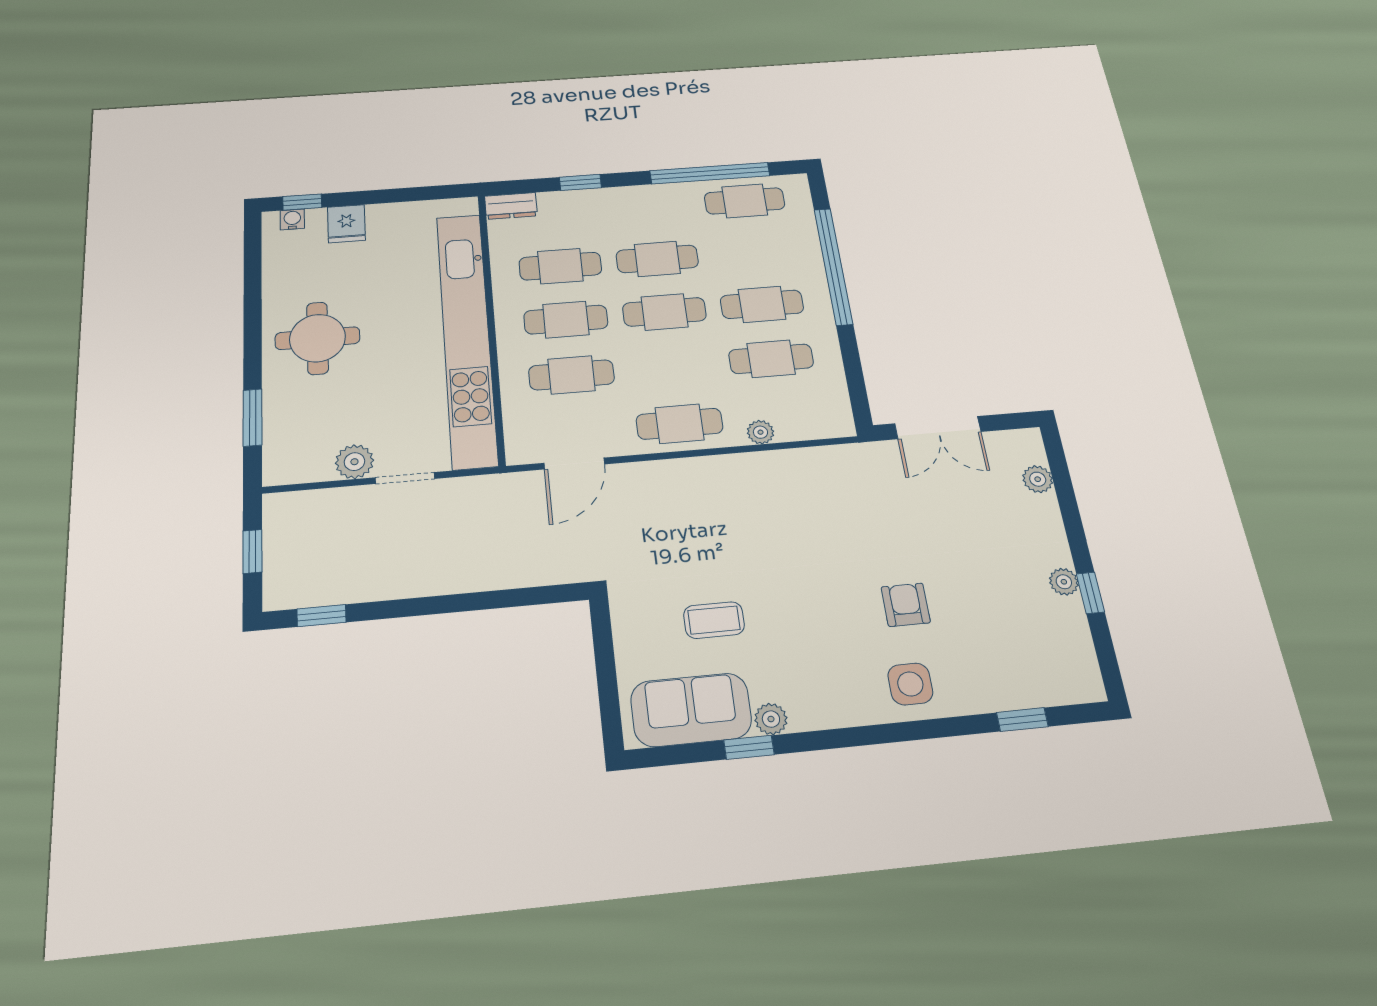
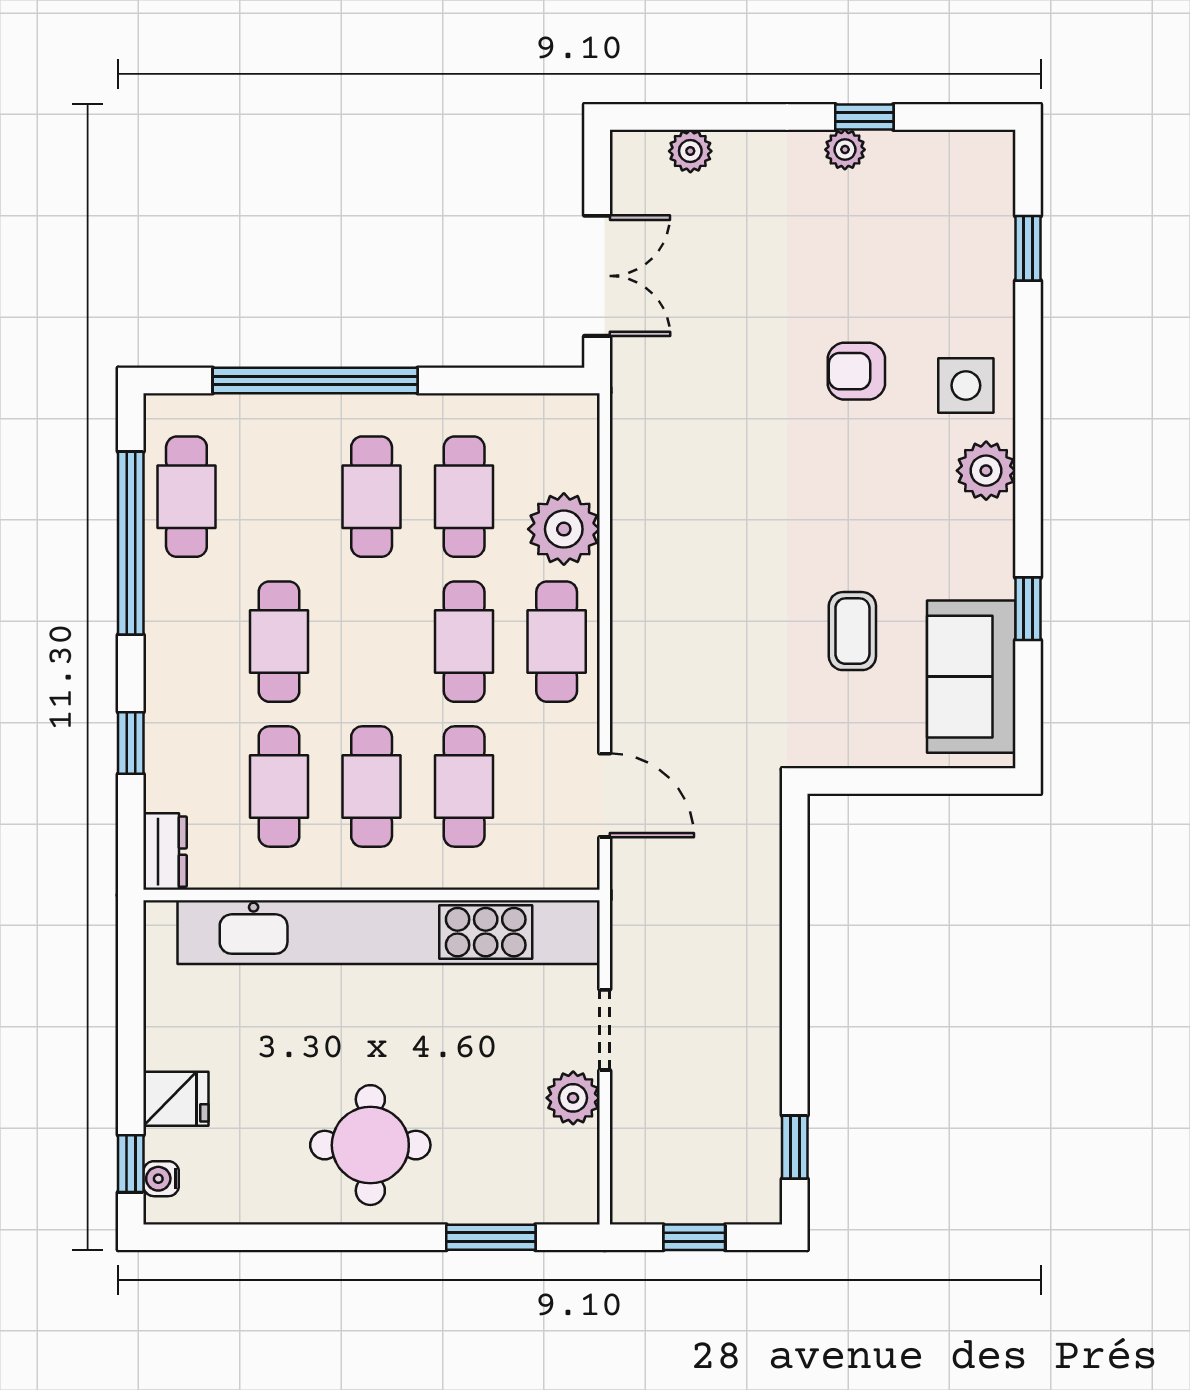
cafe table: (664, 312) -> (464, 642), moved
plant: (760, 432) -> (564, 529), width x1.88, depth x1.88
plant: (771, 719) -> (986, 471), moved, width x1.38, depth x1.38

